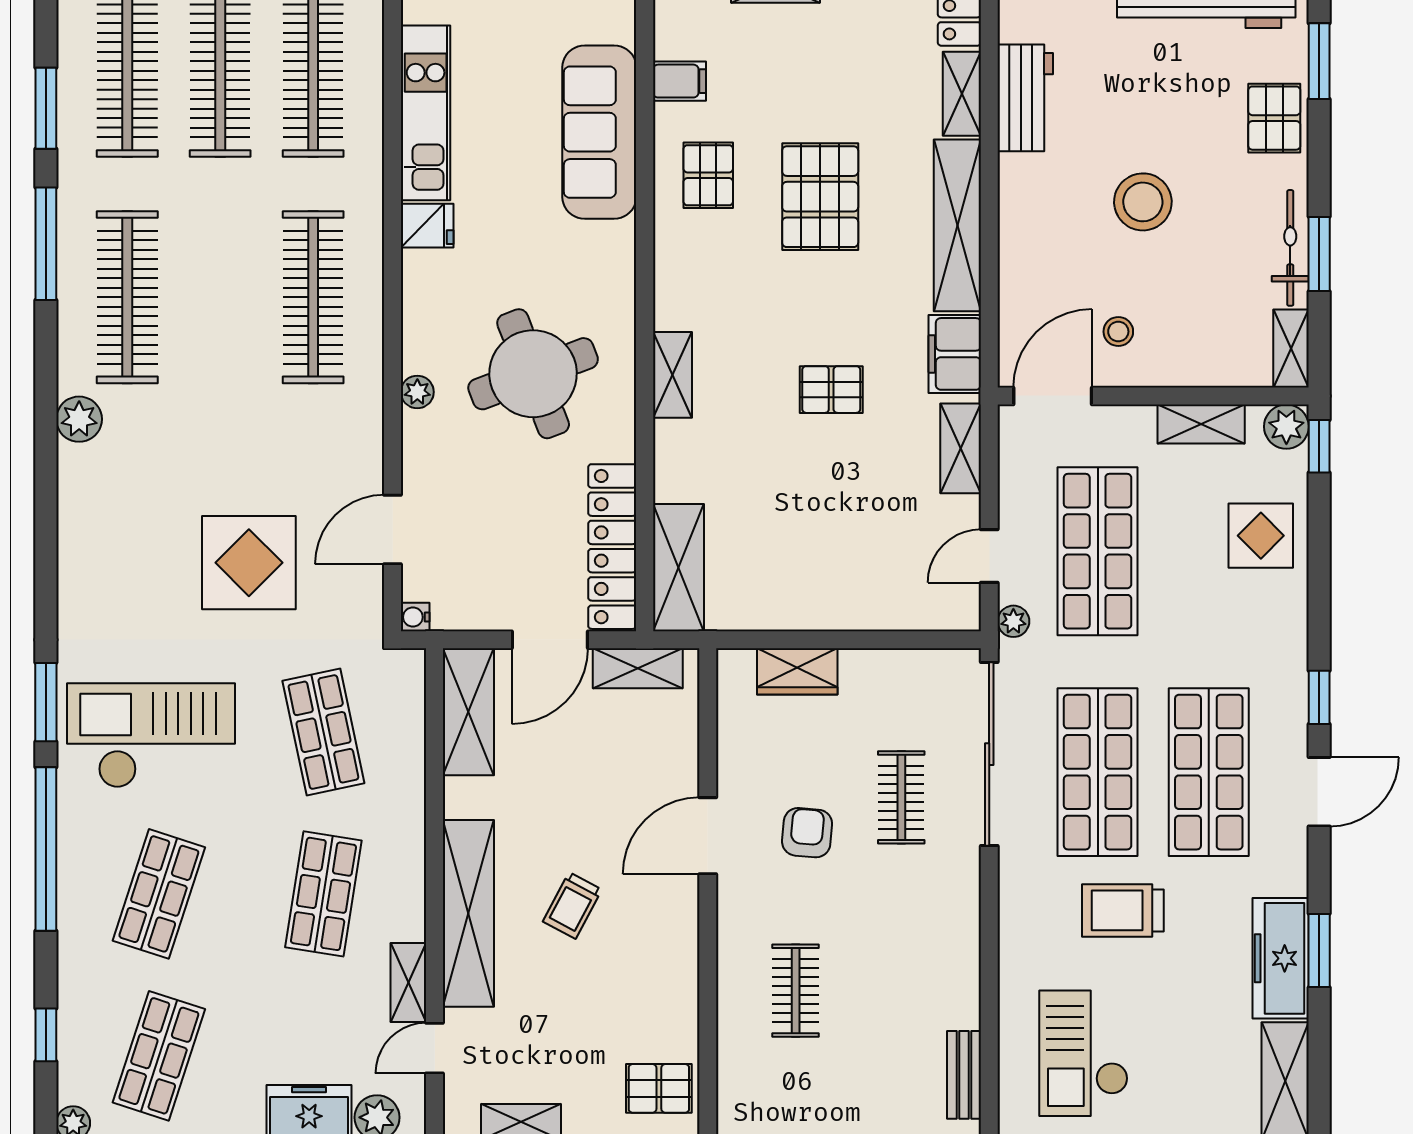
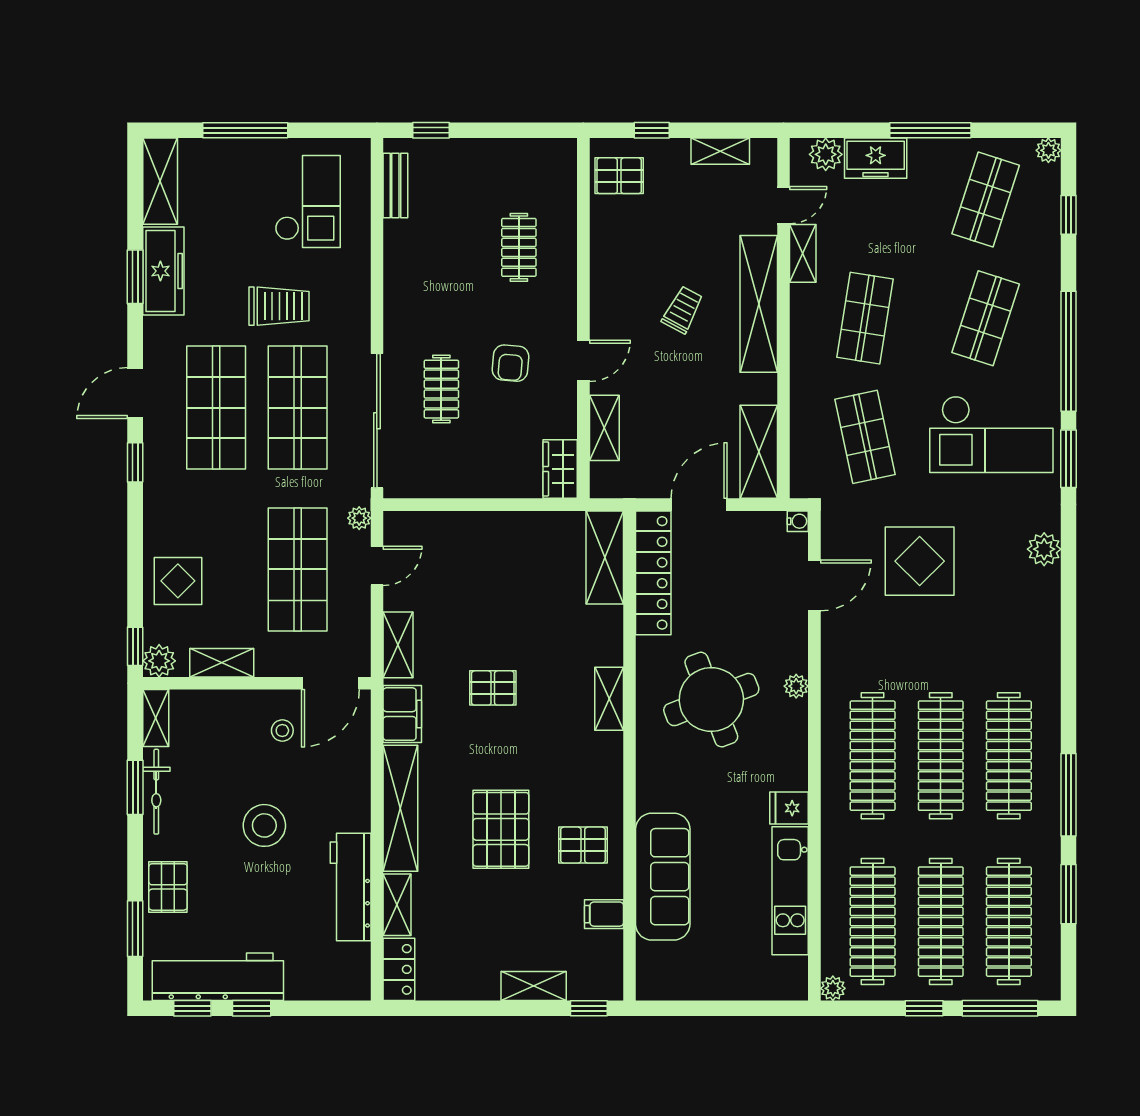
workbench: (1025, 98) -> (351, 887), width x1.38
pallet: (708, 175) -> (583, 845), turned 90
clothes rail: (220, 297) -> (941, 756), added
plant: (79, 419) -> (1044, 549), moved
shelving: (638, 668) -> (604, 428), moved, turned 90
wardrobe: (797, 671) -> (560, 469), moved, turned -90
door: (708, 836) -> (583, 361), width x0.73

